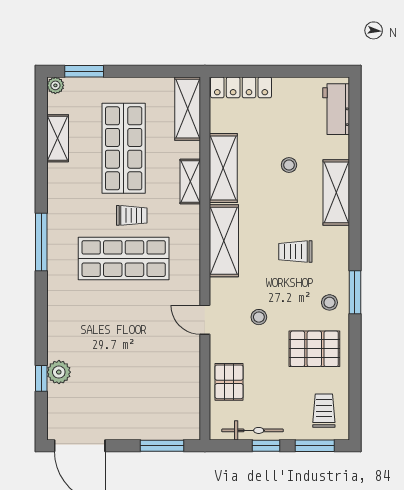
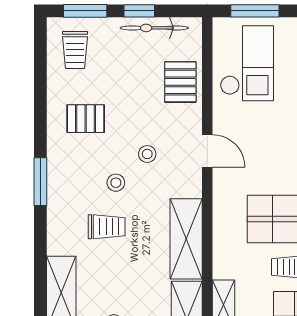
stool: (329, 302) -> (116, 183), moved
pallet: (314, 349) -> (86, 119), width x0.67, depth x0.71
checkout: (169, 399) -> (247, 63), added

